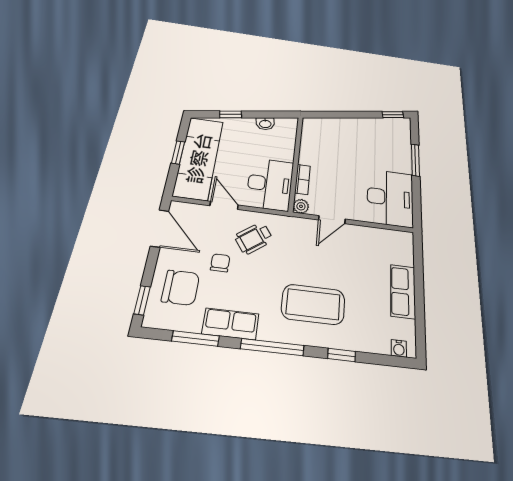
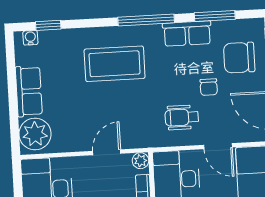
wheelchair: (254, 238) -> (182, 117), turned -144
plant: (399, 249) -> (35, 134), added
window: (342, 355) -> (48, 25), moved

